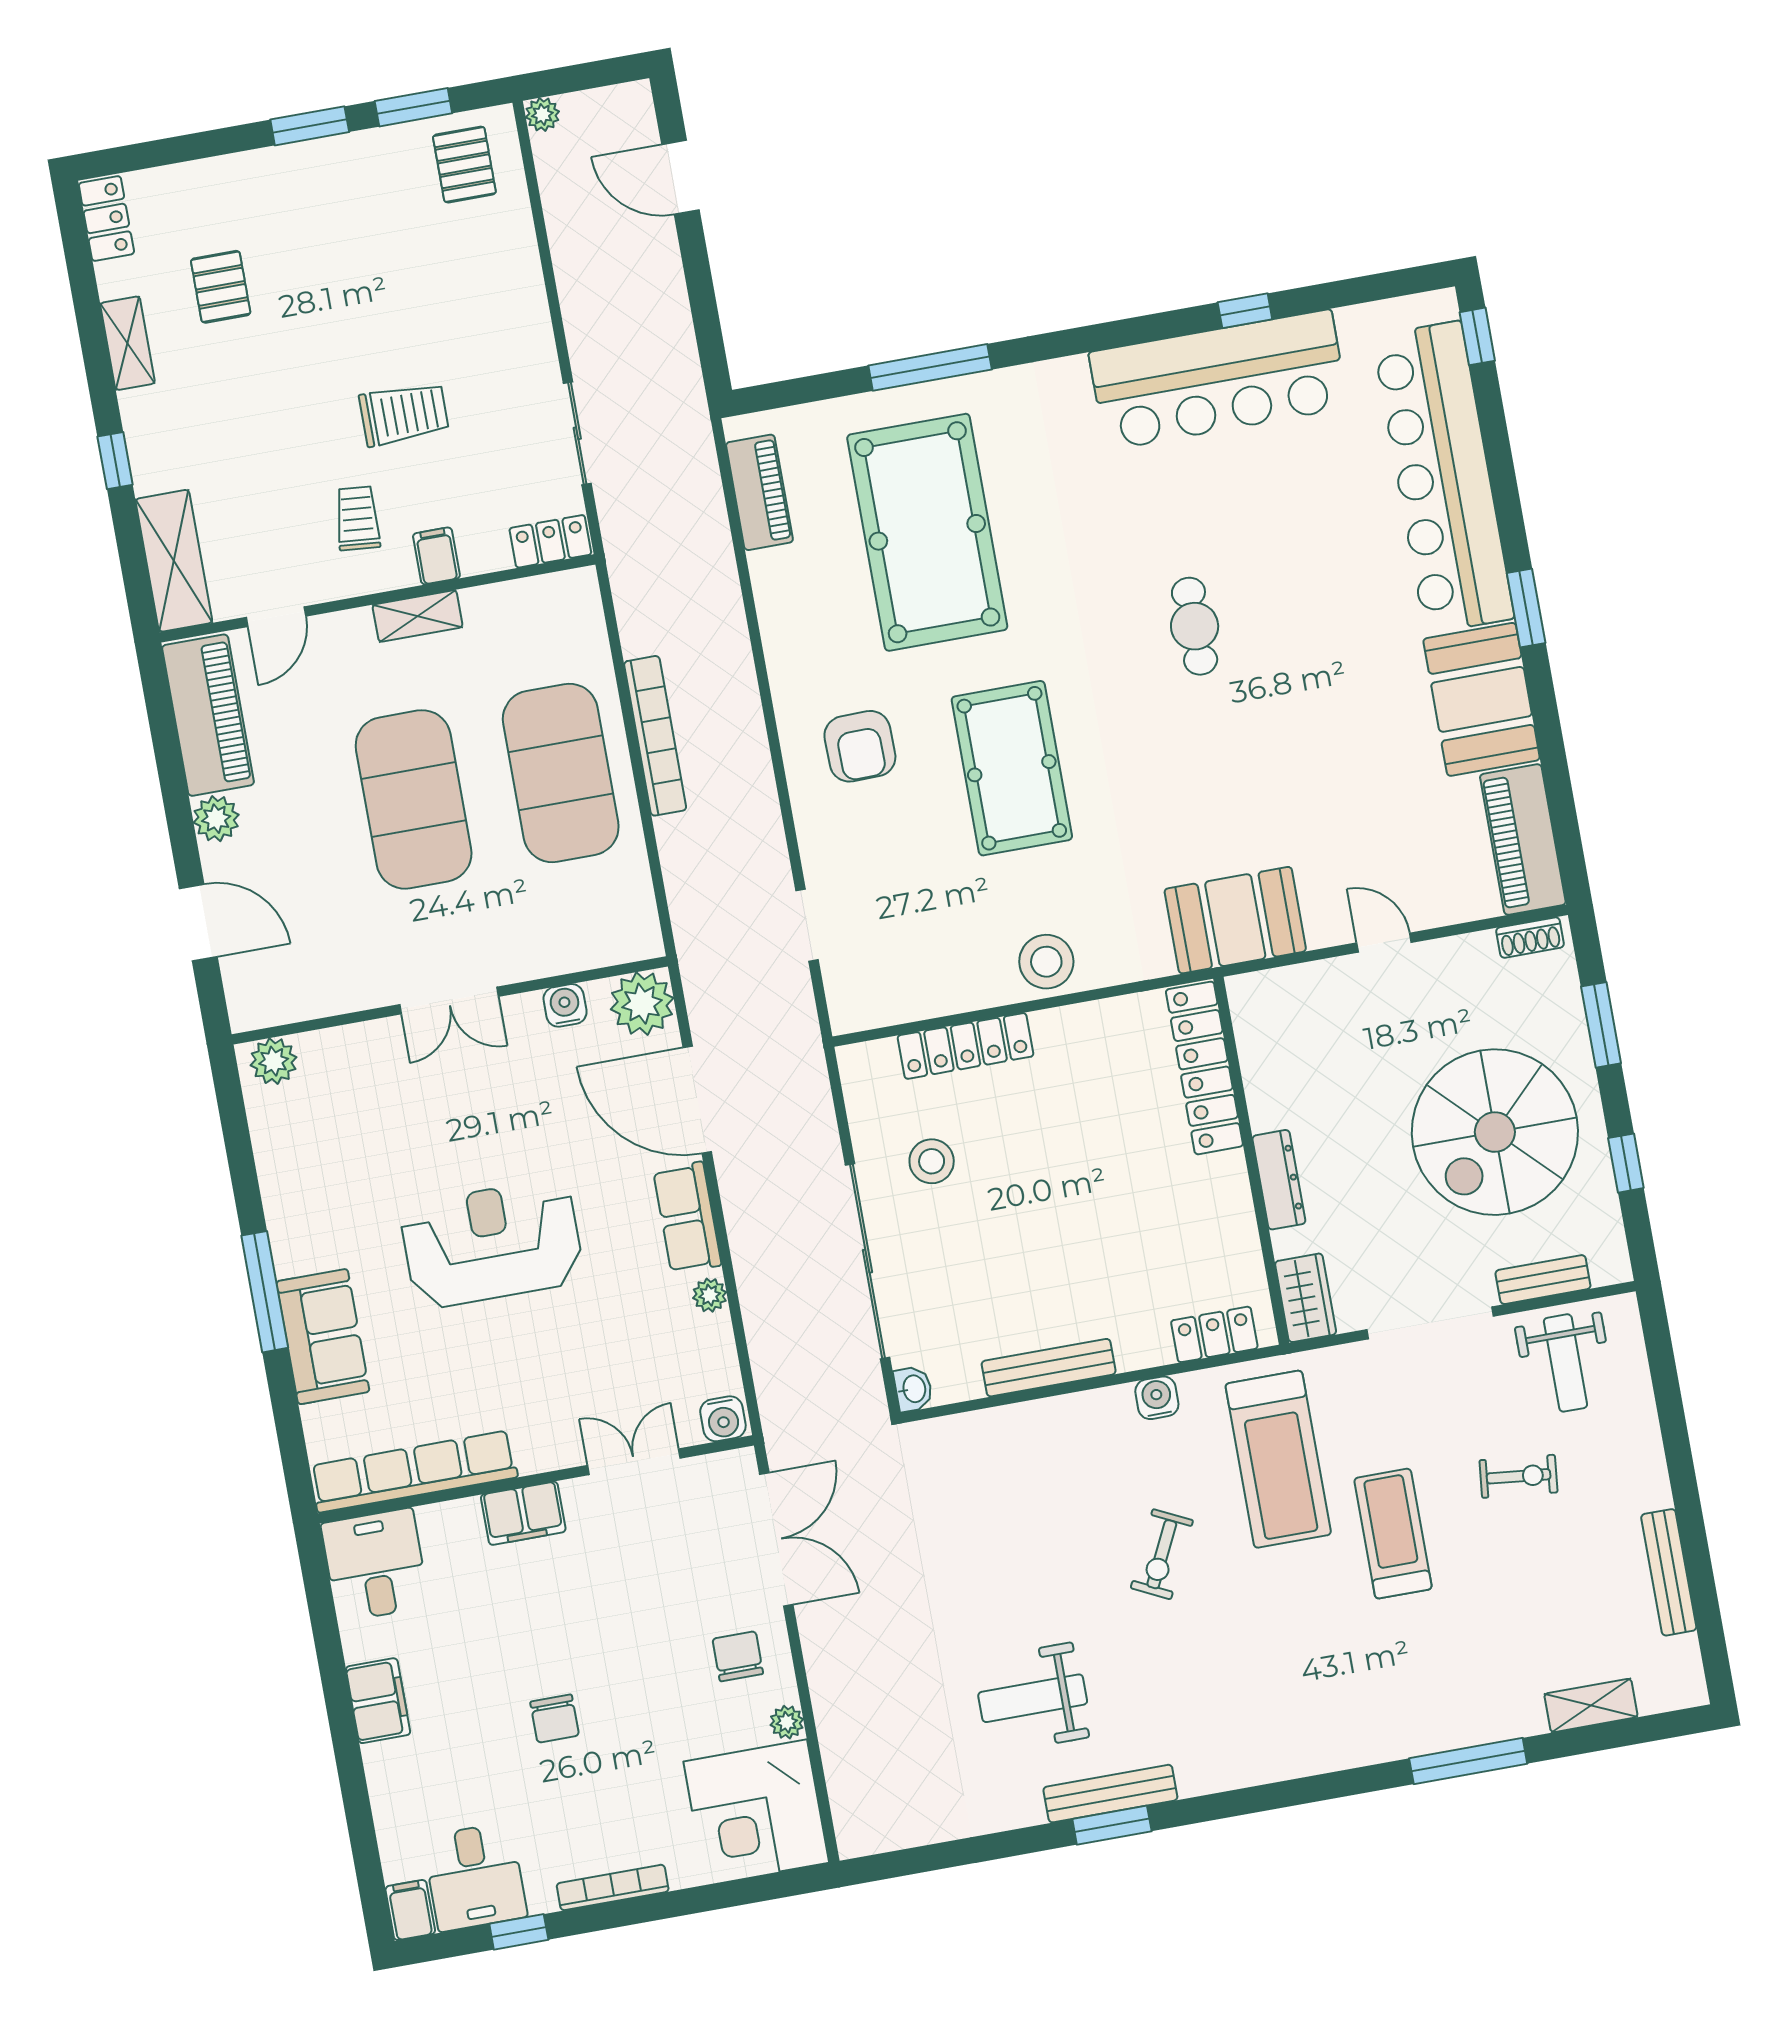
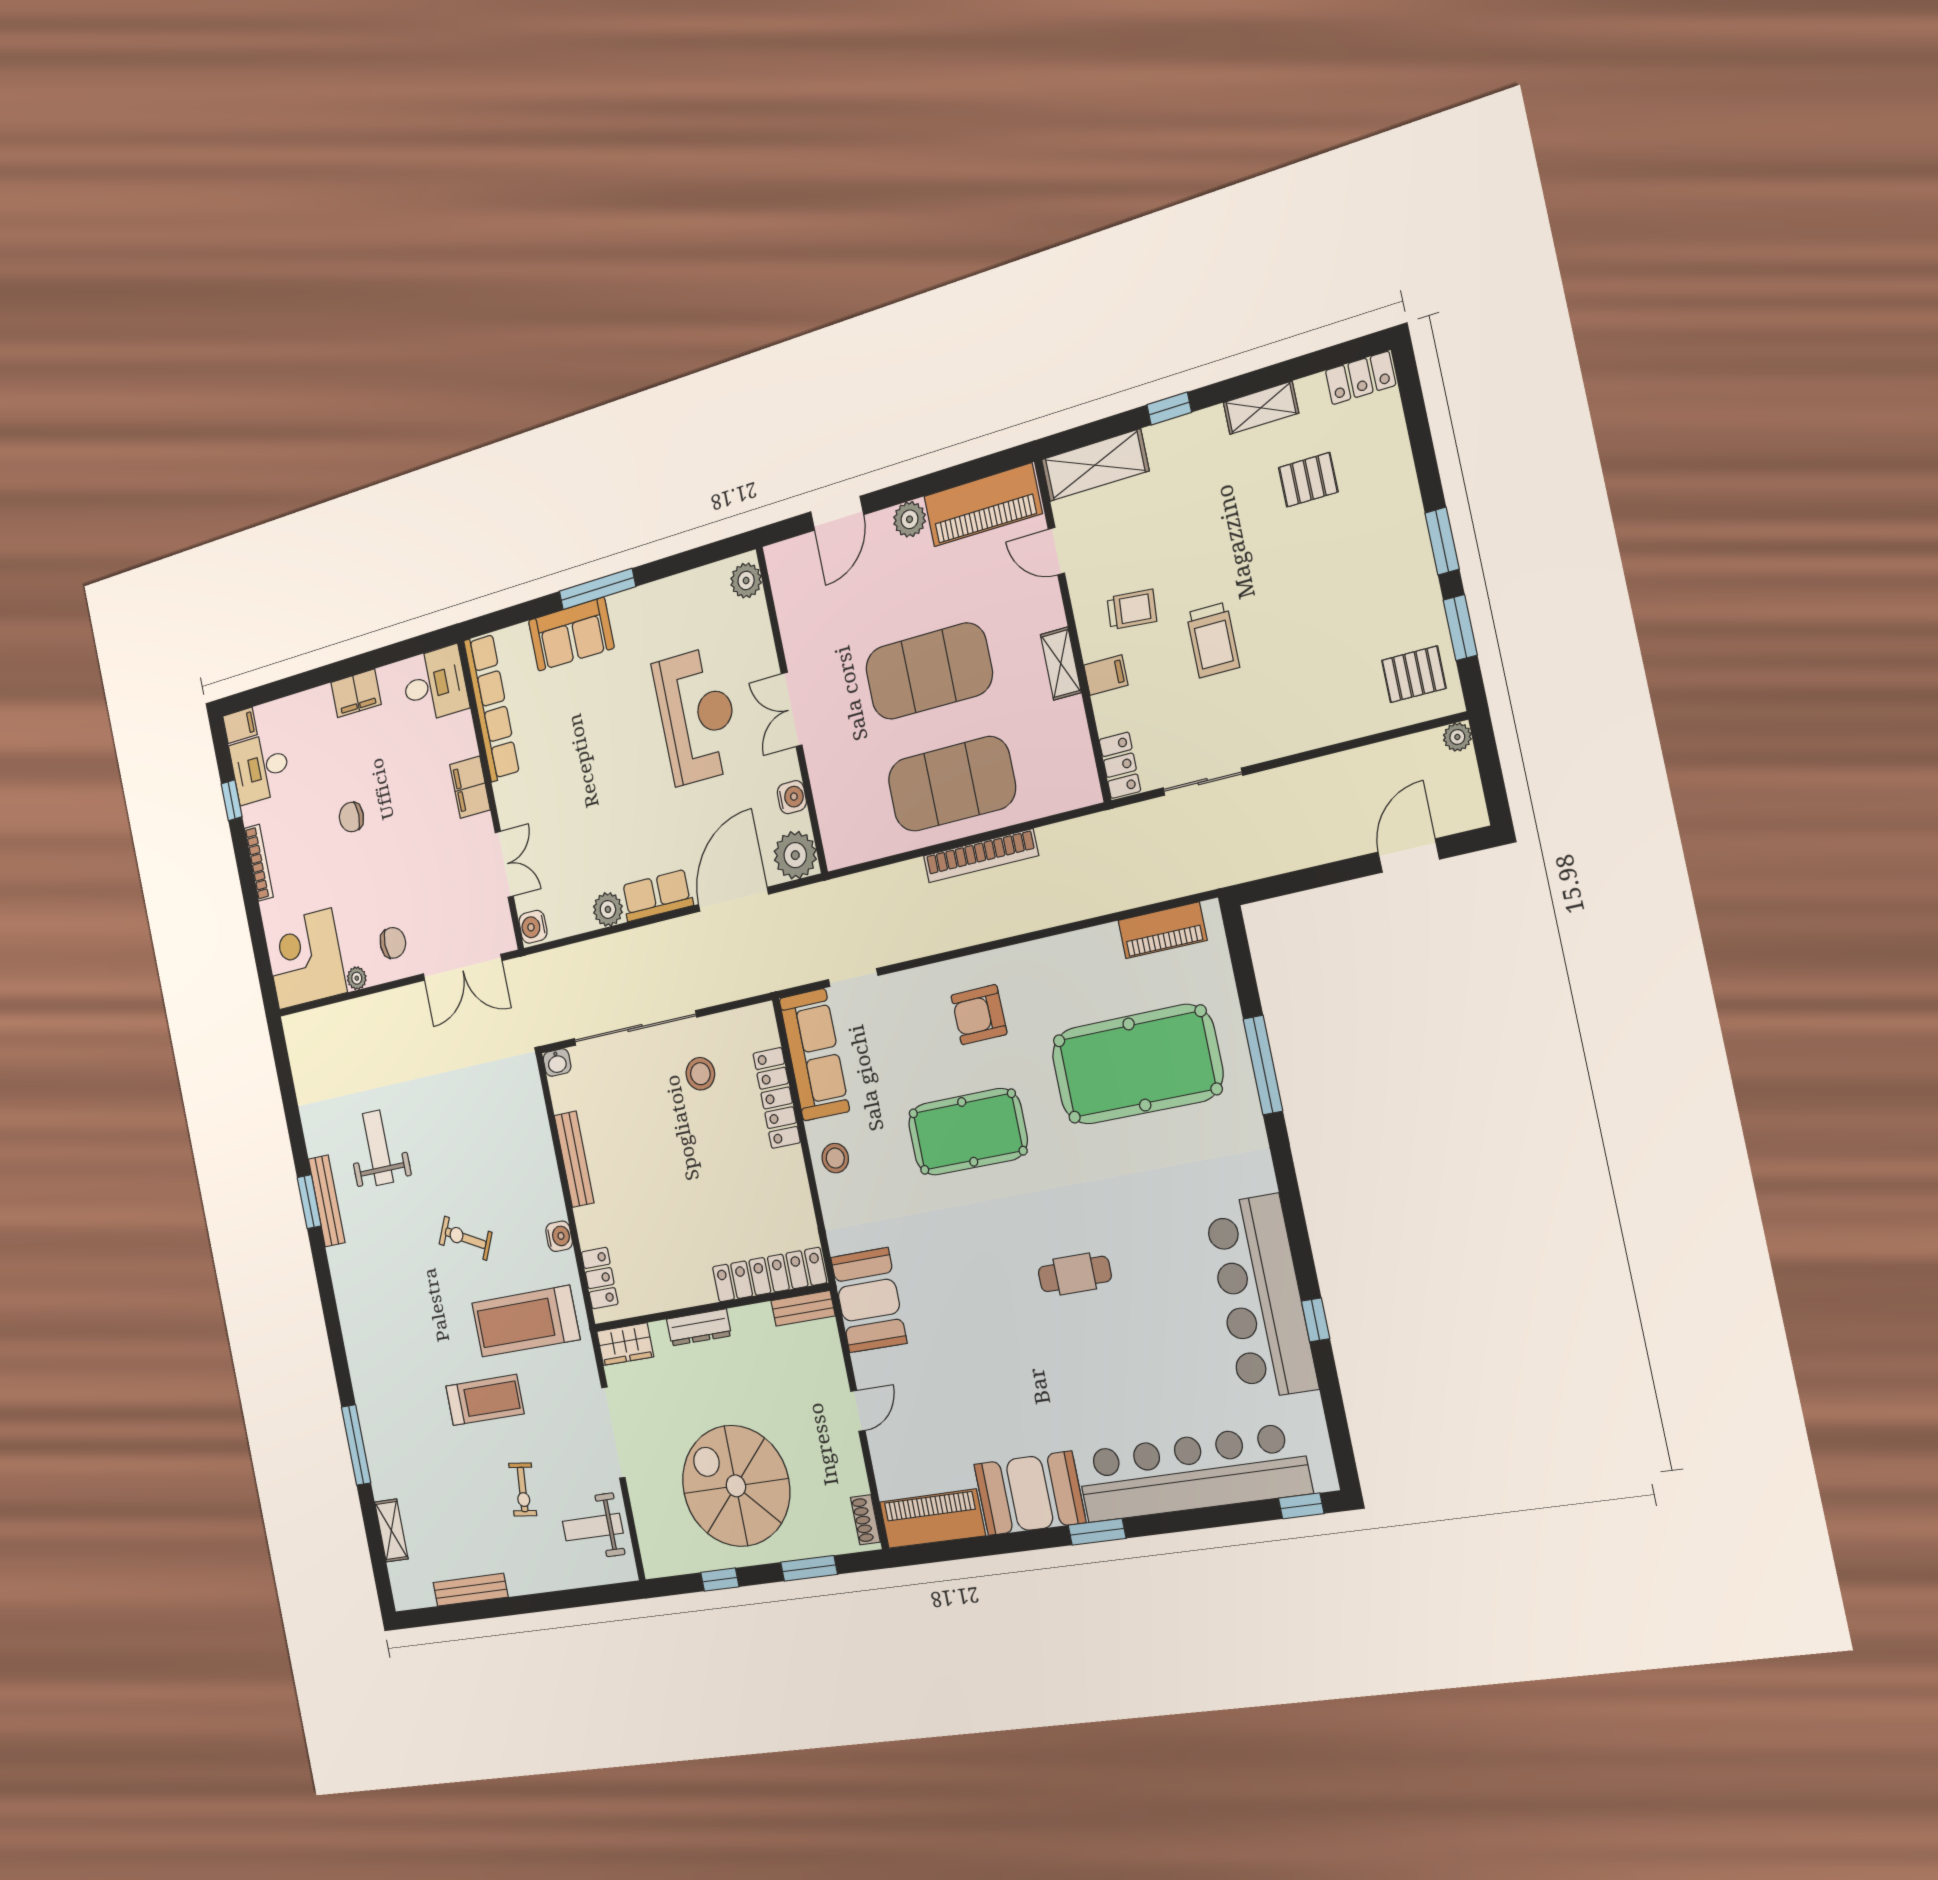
stool: (1046, 962) -> (835, 1158), width x0.73, depth x0.73
sofa: (908, 987) -> (814, 1055), added
reception desk: (492, 1244) -> (697, 716), moved
bench: (1543, 1280) -> (803, 1308), moved, turned 90
plant: (710, 1295) -> (608, 909), width x1.38, depth x1.38

